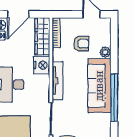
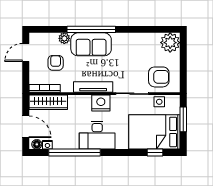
nightstand: (42, 65) -> (101, 103), moved
sofa: (99, 86) -> (91, 44), width x0.73
window: (114, 98) -> (91, 29), moved

